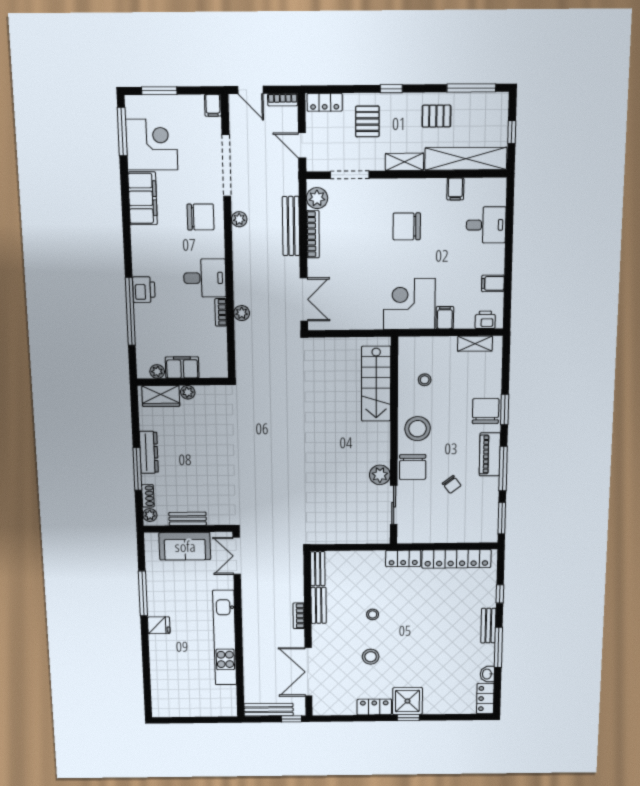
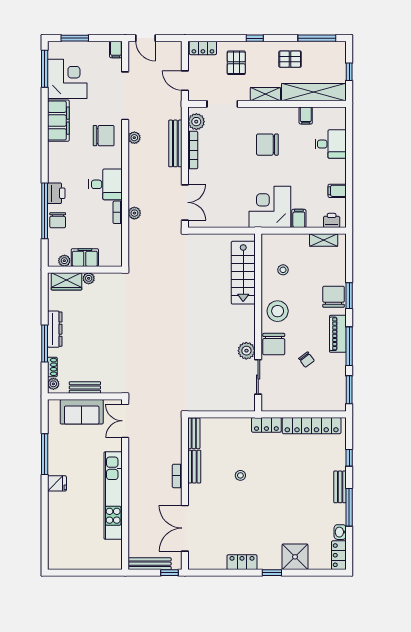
bookcase: (283, 100) -> (170, 46), removed
chair: (147, 323) -> (58, 220), added
stool: (371, 657) -> (239, 515), removed
shower: (407, 701) -> (295, 557), moved

